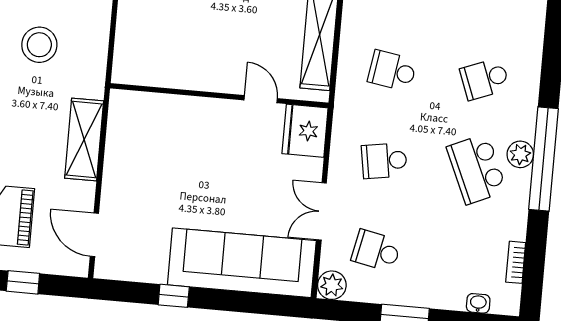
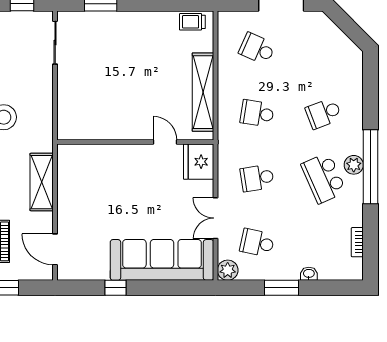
washbasin: (478, 303) -> (309, 274), moved

